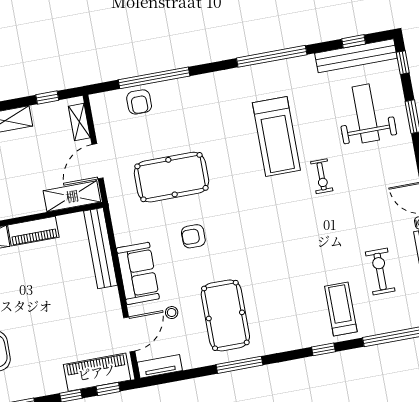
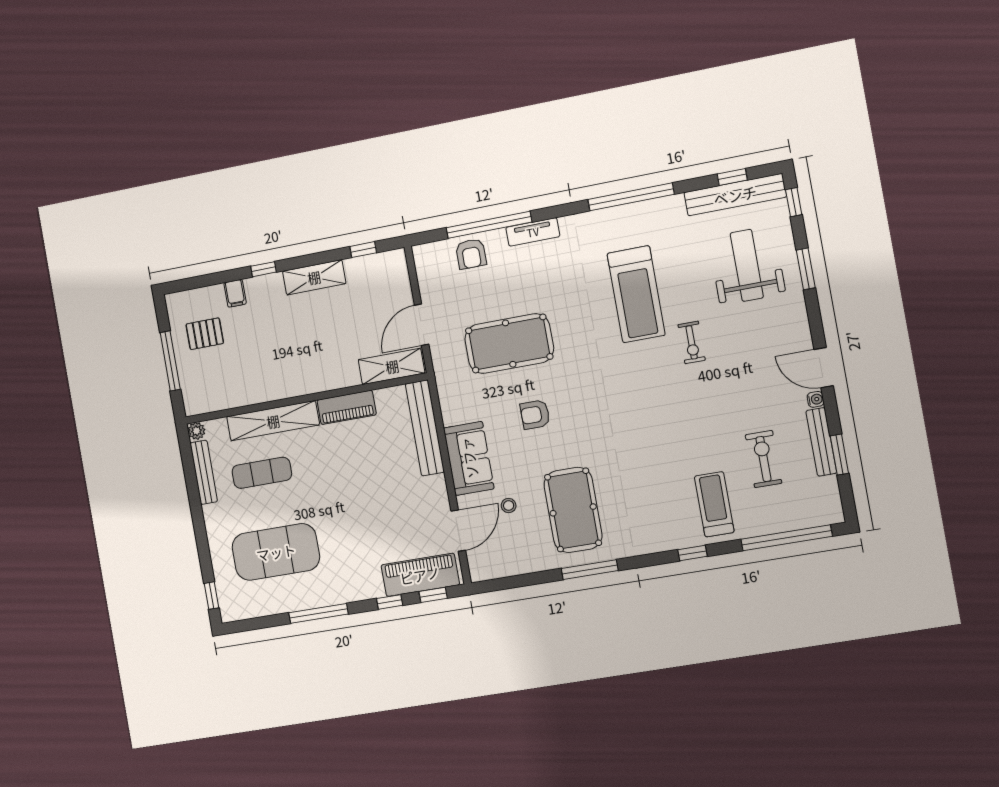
shelving: (79, 122) -> (401, 278), removed
tv unit: (160, 366) -> (533, 232), moved, turned 180

